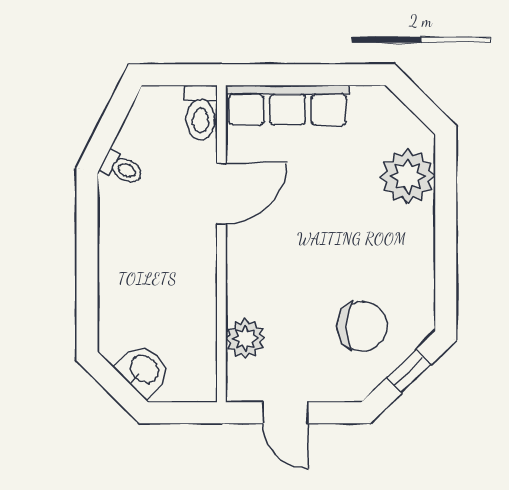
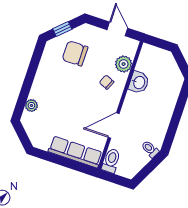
plant: (408, 177) -> (31, 106), width x0.53, depth x0.53
chair: (270, 285) -> (107, 82), added
washbasin: (144, 370) -> (139, 82), moved, turned -135

